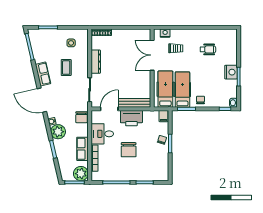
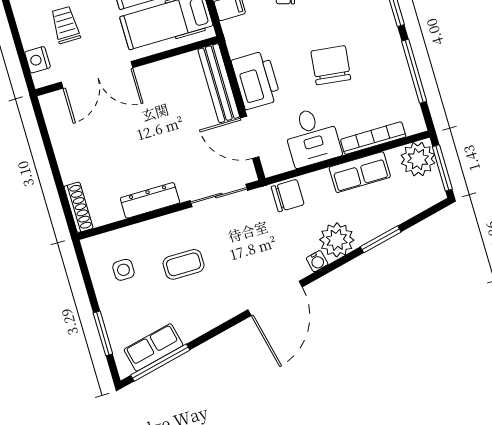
row of seats: (43, 74) -> (154, 347), moved
chair: (129, 150) -> (331, 65), turned -83

